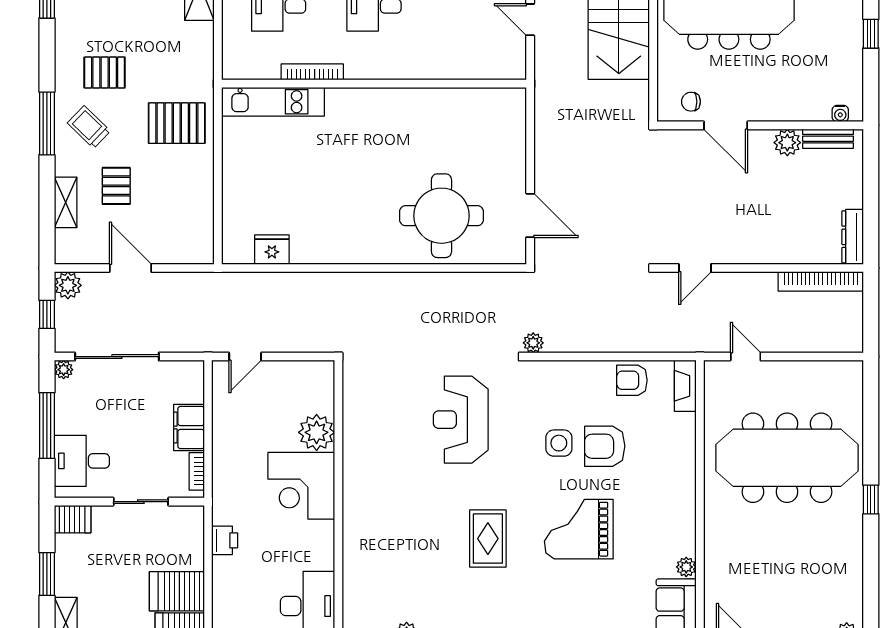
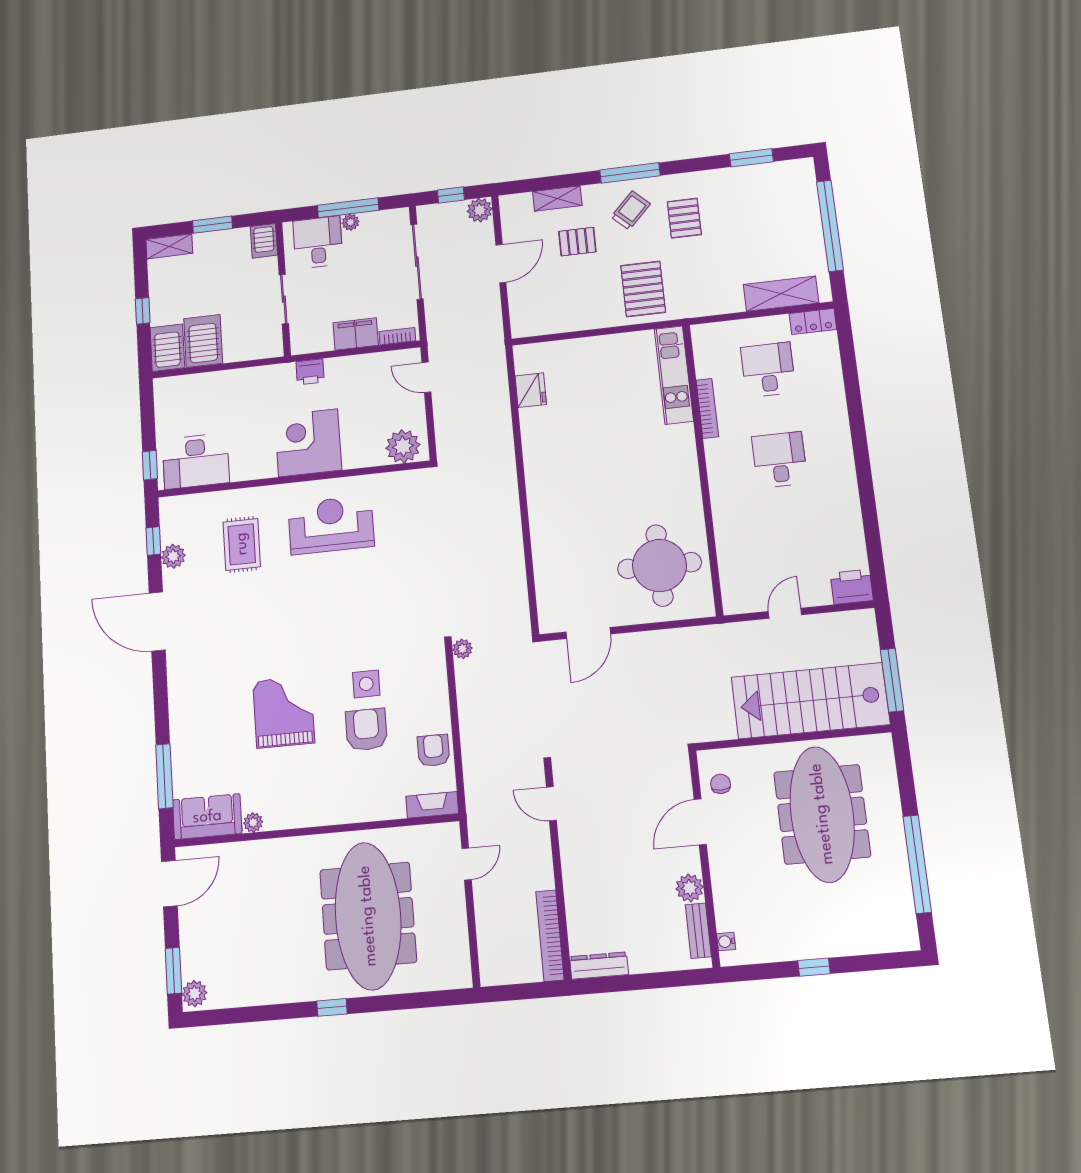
round table: (441, 216) -> (659, 565), moved
plant: (64, 370) -> (351, 222), moved
reception desk: (461, 420) -> (331, 525), moved
plant: (317, 432) -> (403, 446), moved
bookcase: (197, 471) -> (397, 336), moved
rug: (488, 539) -> (242, 544), moved, turned 90
printer: (225, 540) -> (310, 372), moved

